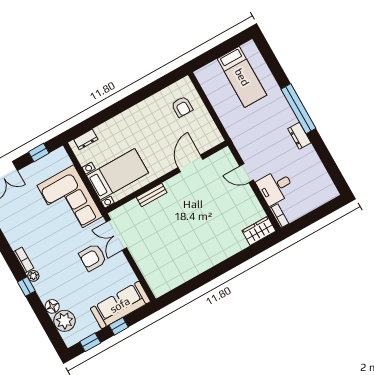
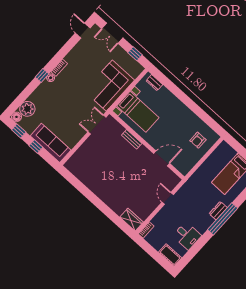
dresser: (299, 136) -> (218, 211), moved
desk: (275, 187) -> (187, 236), moved, turned 180
cot: (323, 195) -> (170, 255), added
armchair: (93, 257) -> (76, 114), removed
floor lamp: (52, 306) -> (16, 117), moved

